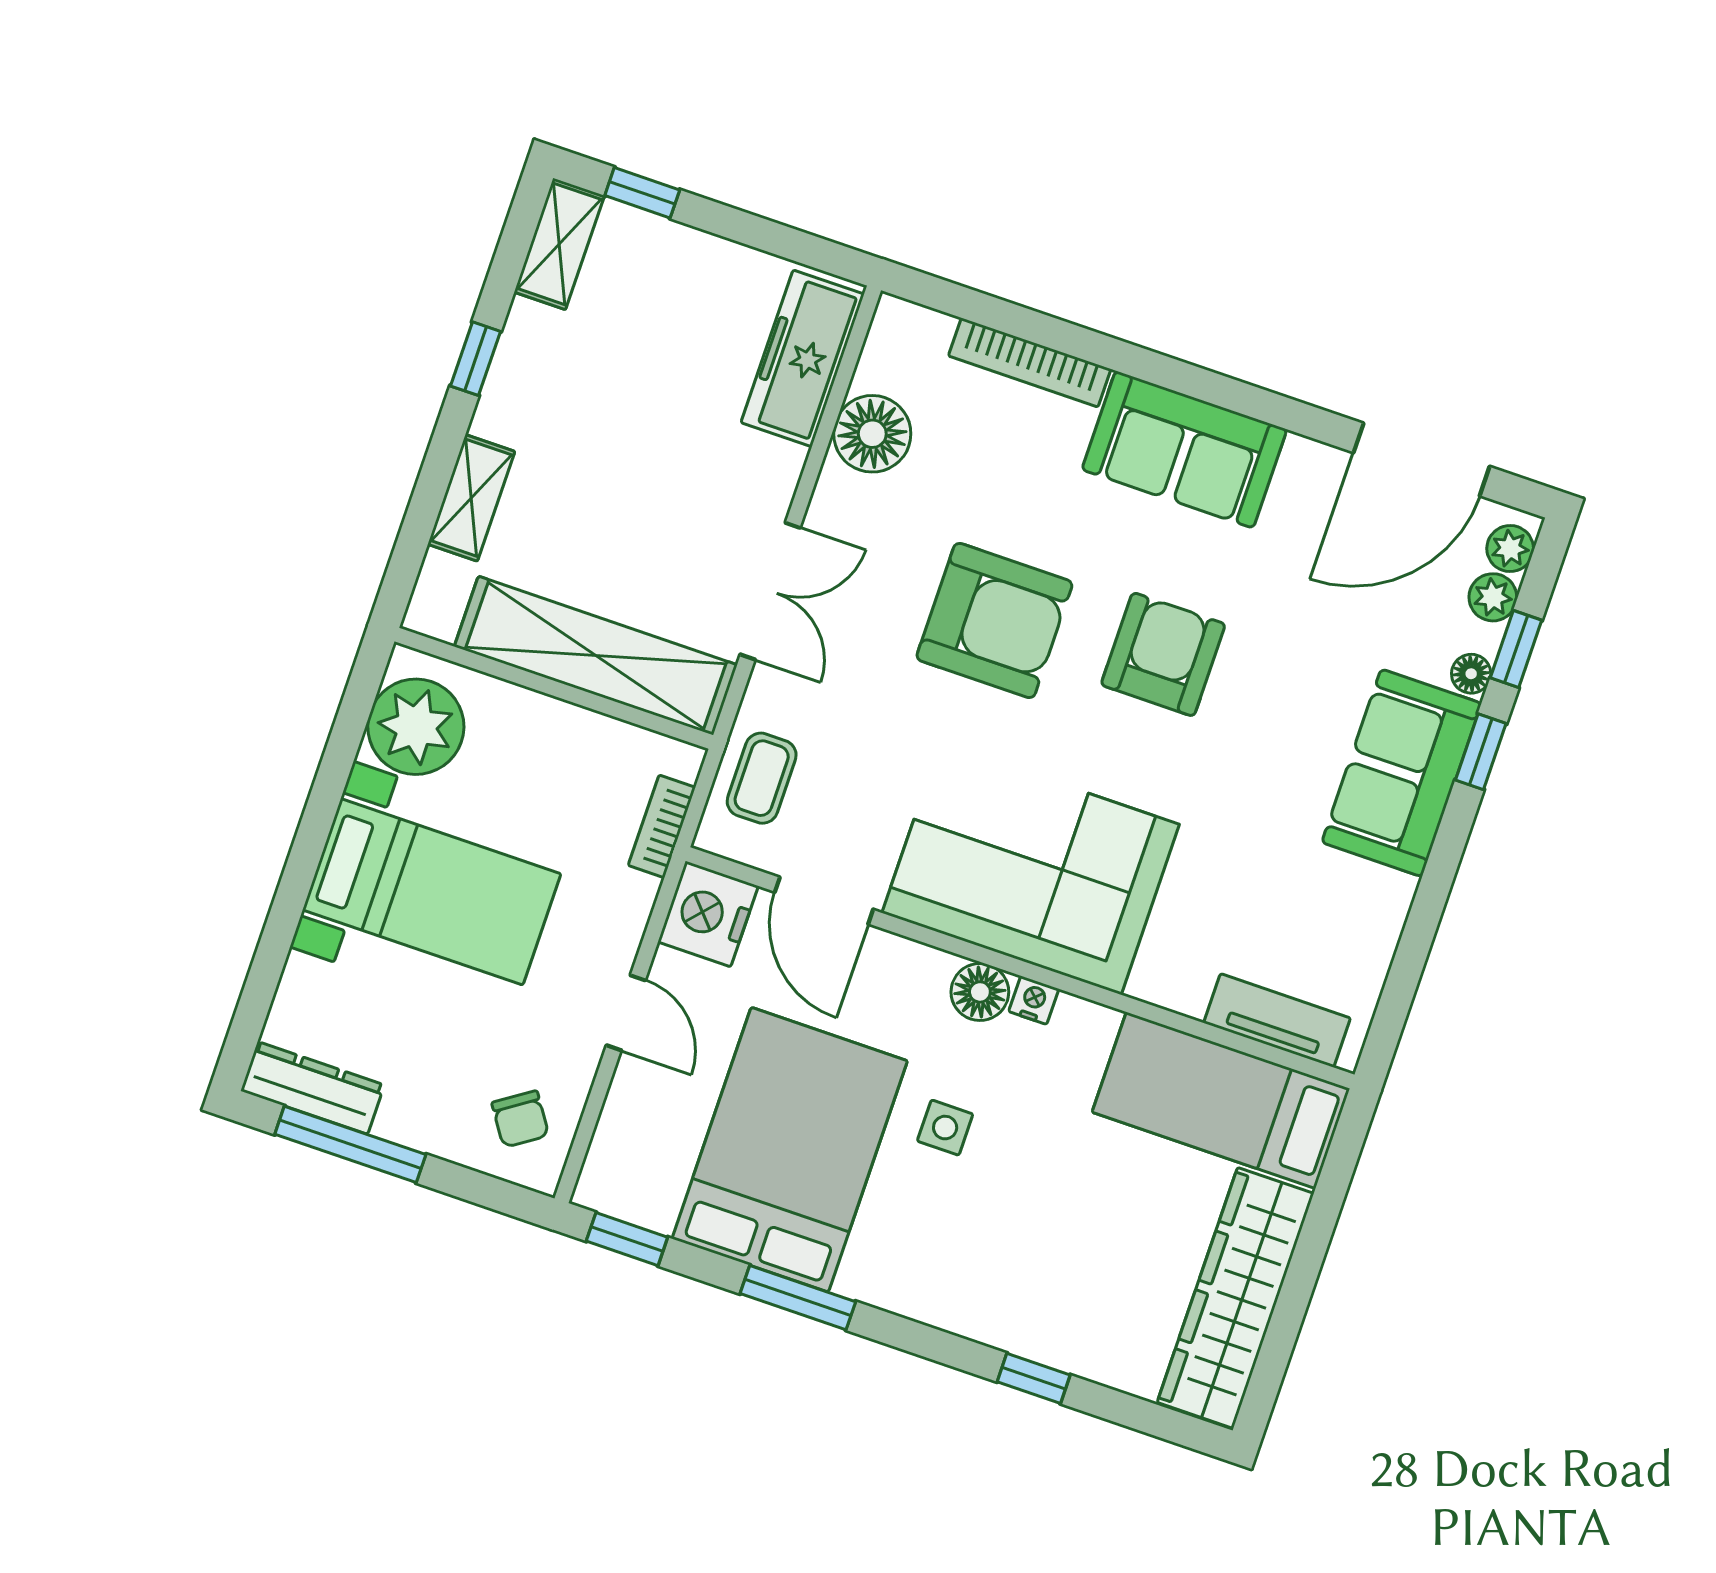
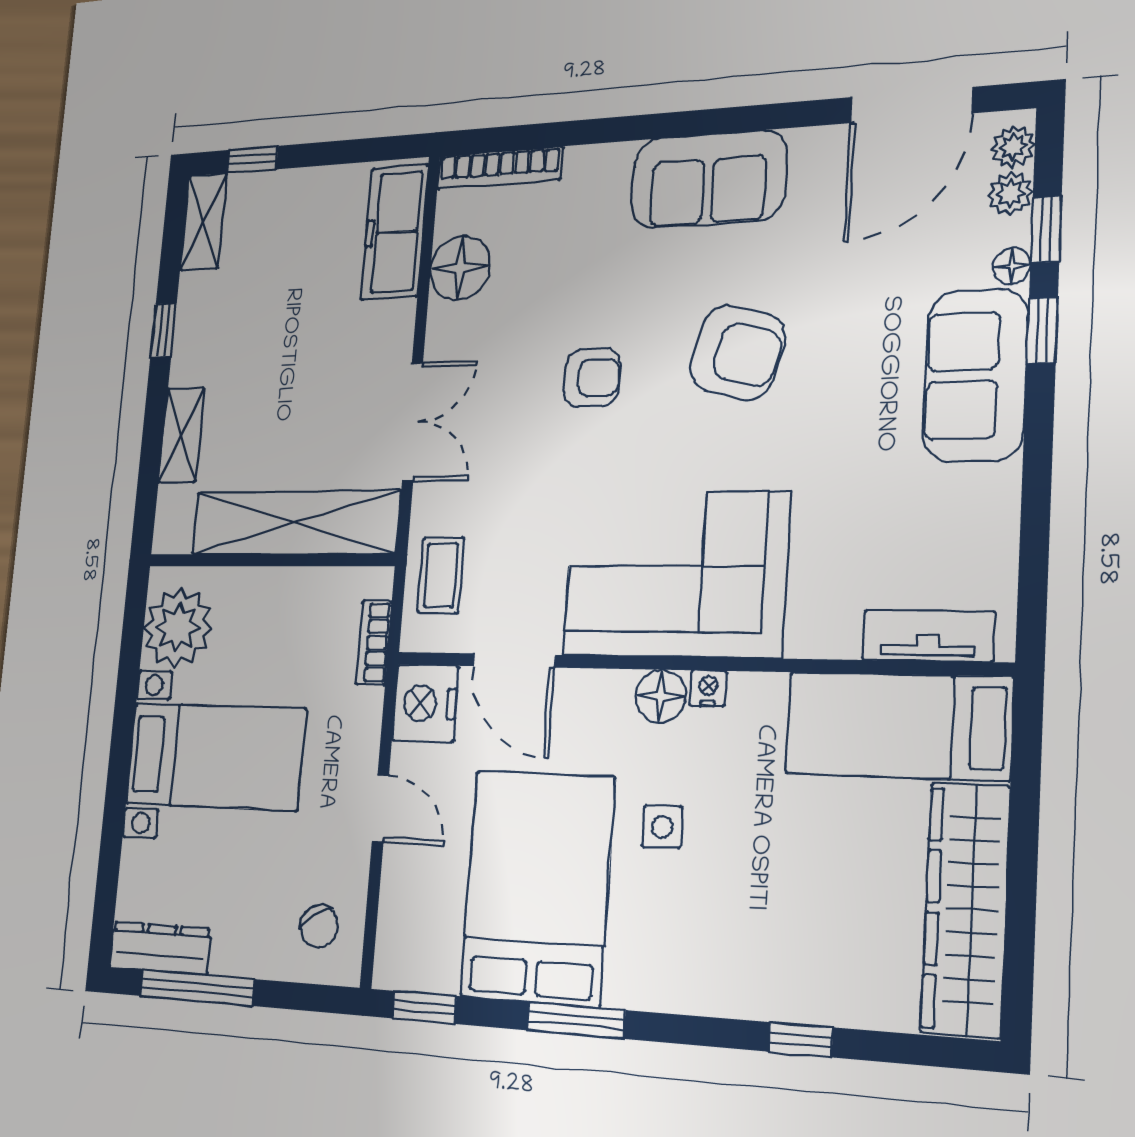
bookcase: (1030, 363) -> (499, 168), moved
armchair: (994, 621) -> (592, 378), width x0.53, depth x0.53
armchair: (1163, 654) -> (737, 353), turned 105

